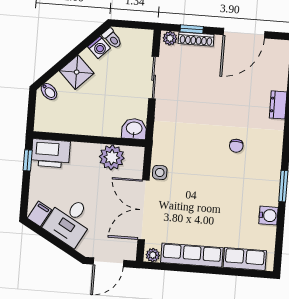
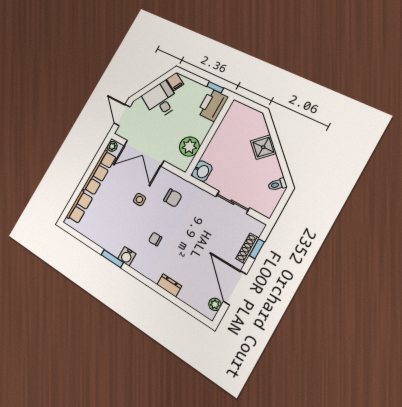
plant: (170, 38) -> (215, 304), moved
washing machine: (99, 47) -> (275, 172), removed
bidet: (49, 91) -> (258, 121), removed
chair: (180, 148) -> (173, 198), added
side table: (160, 172) -> (139, 200), moved
double door: (144, 210) -> (144, 153), swing flipped
water cooler: (268, 216) -> (127, 256), moved

